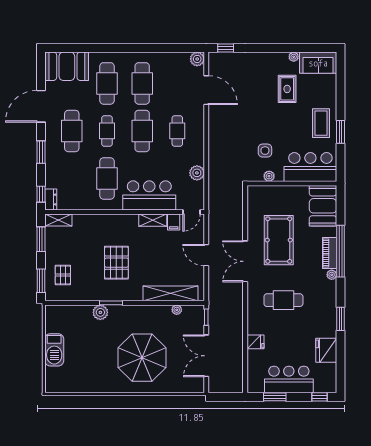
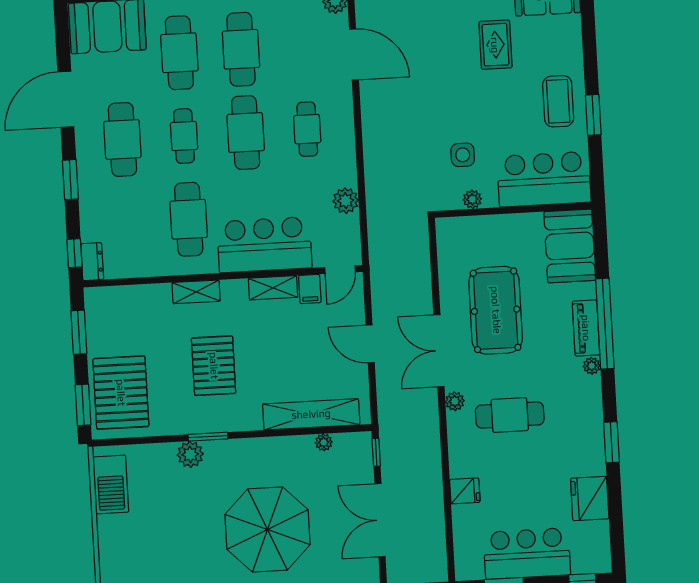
shelving: (58, 220) -> (196, 292), moved
pallet: (63, 275) -> (121, 393), width x2.05, depth x2.00
plant: (253, 291) -> (455, 401), added
barbecue: (54, 350) -> (111, 484), moved

